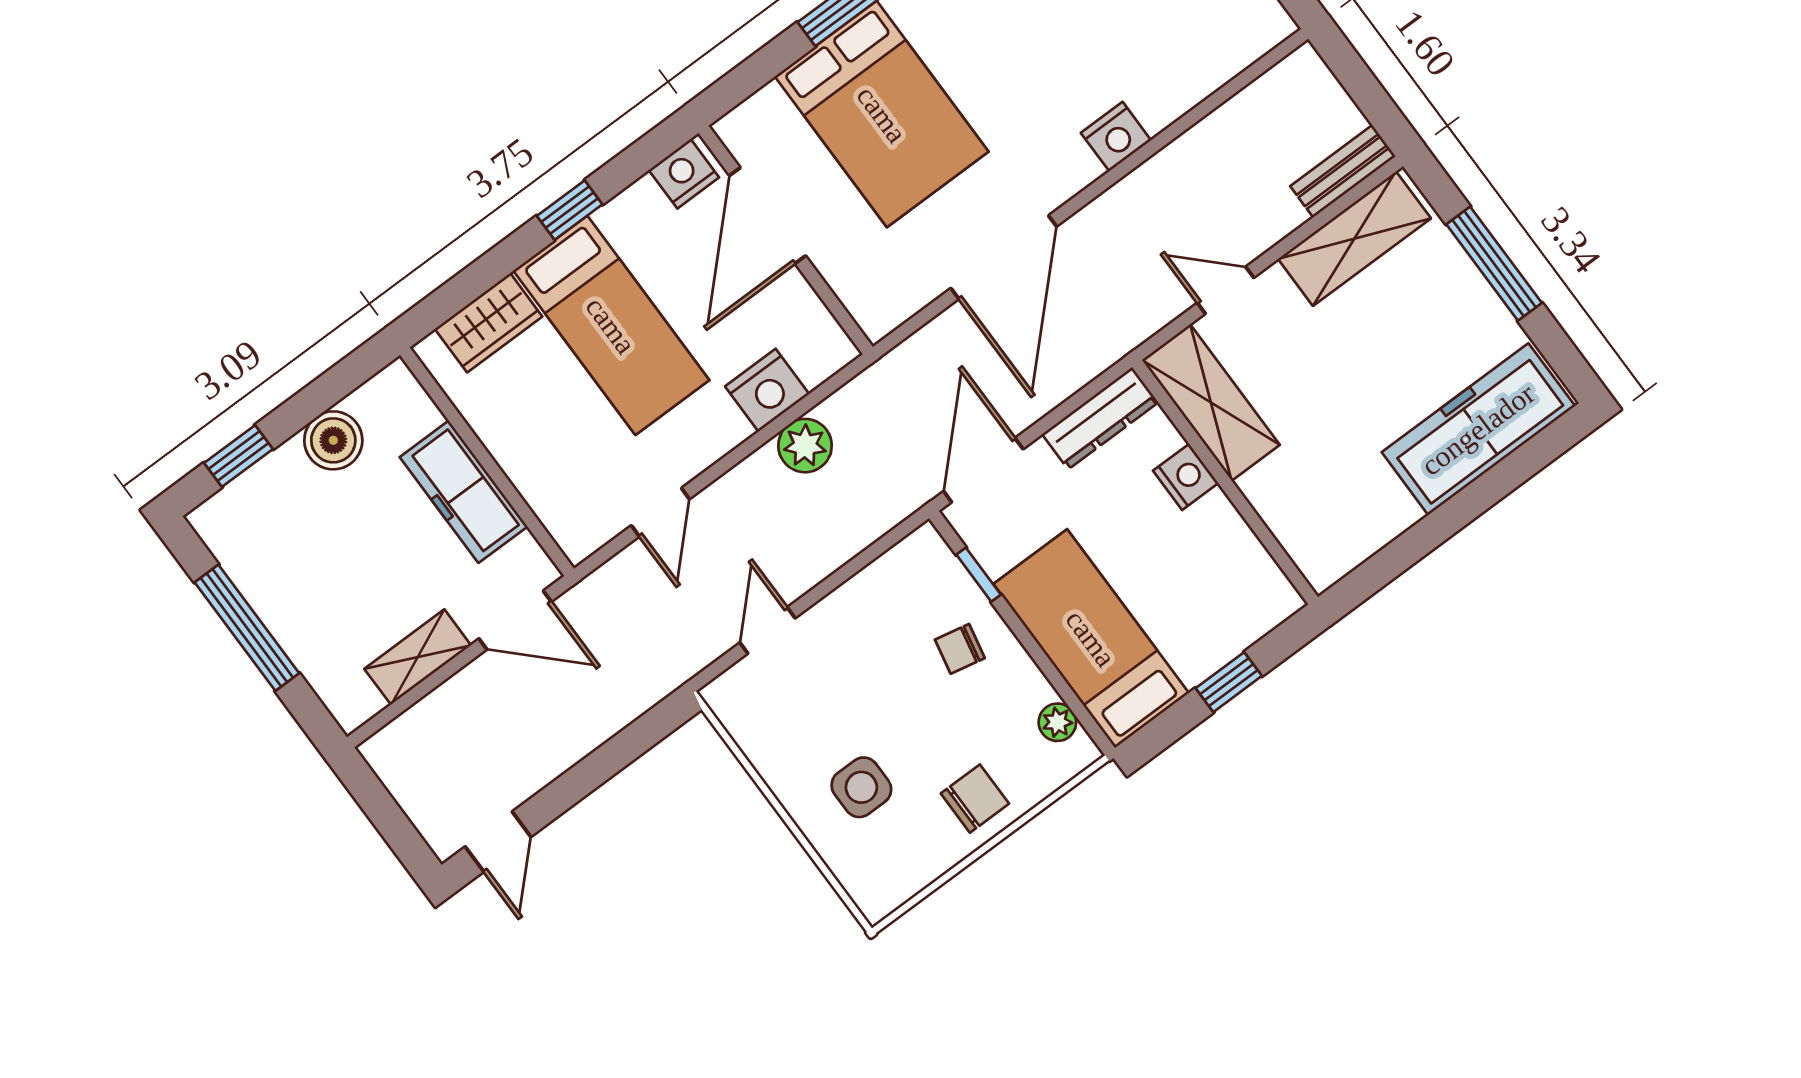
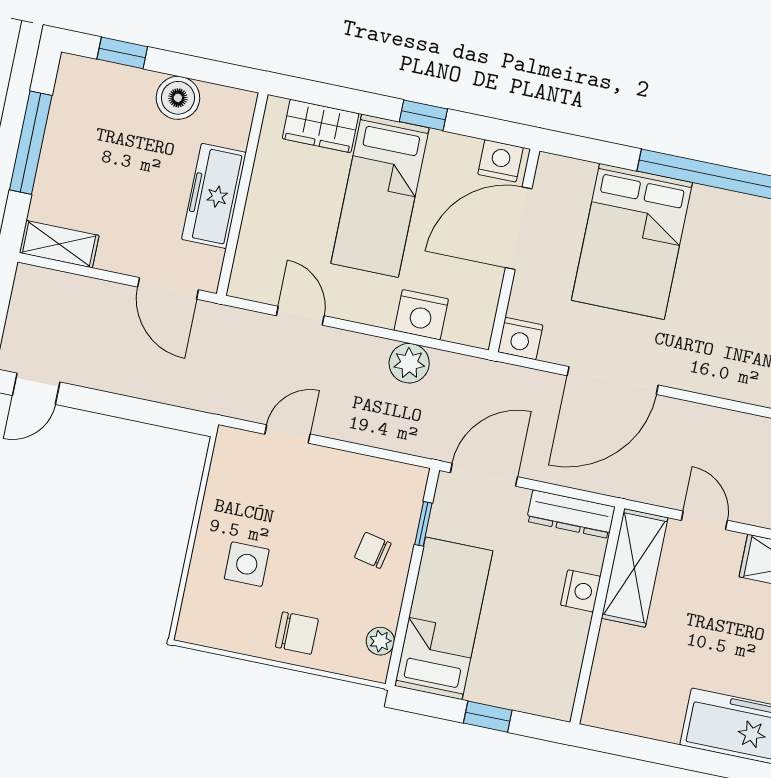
nightstand: (1116, 137) -> (520, 338), moved
door: (660, 512) -> (300, 316), swing flipped
shelving: (418, 657) -> (59, 244), moved

